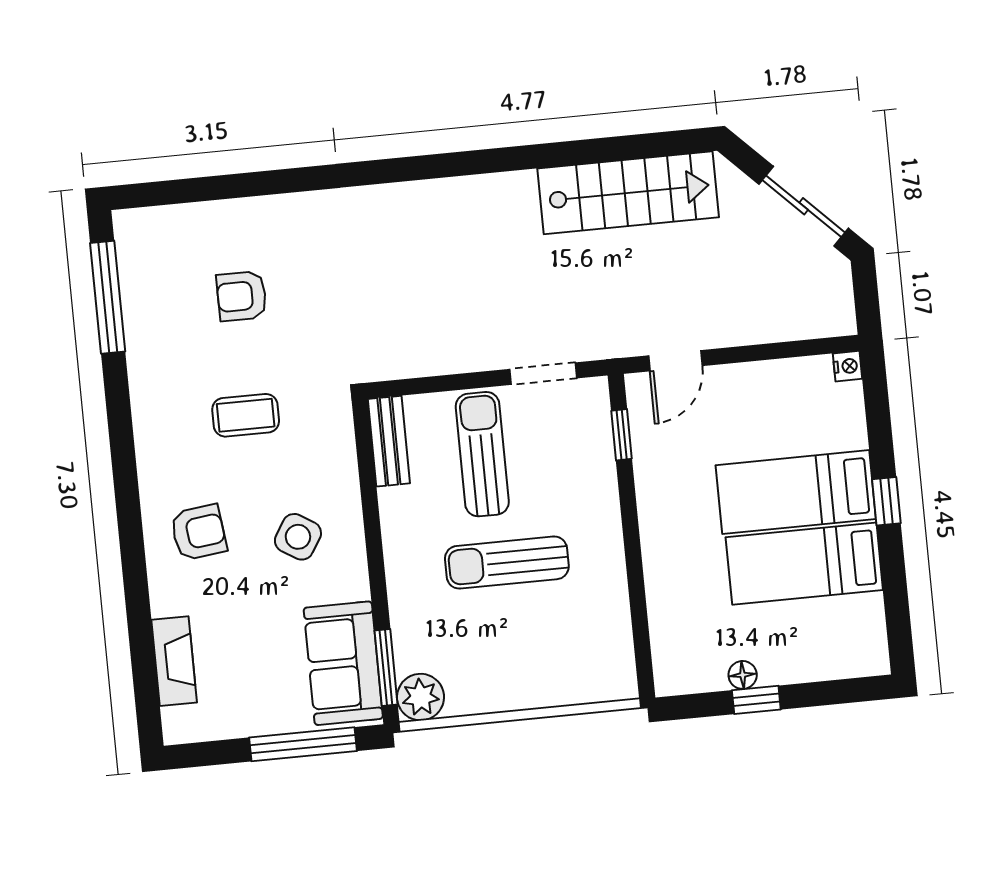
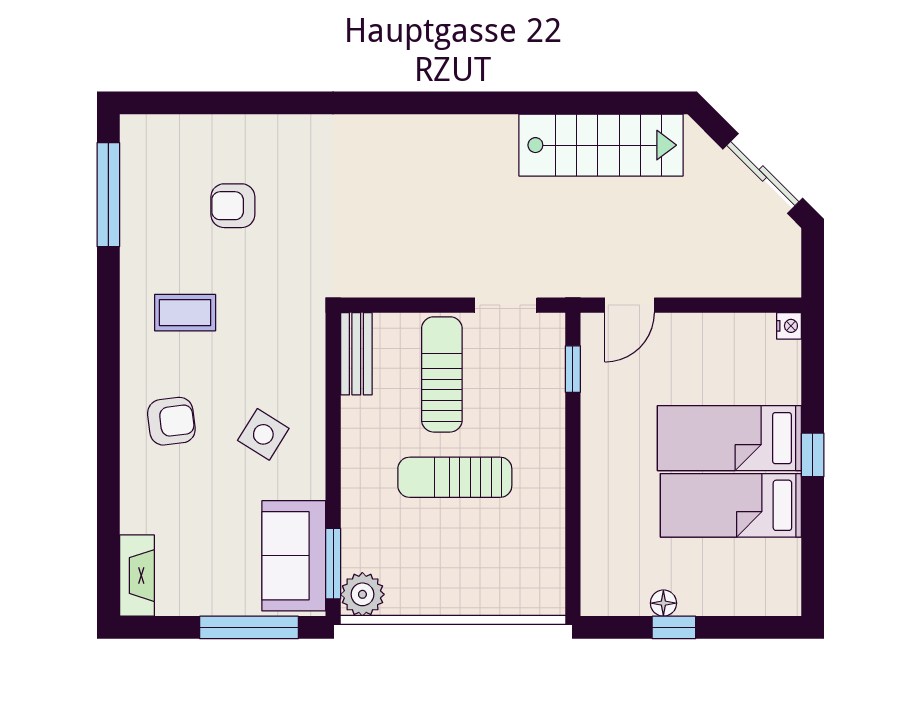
coffee table: (246, 415) -> (185, 313), moved
fireplace: (174, 661) -> (137, 576), moved

